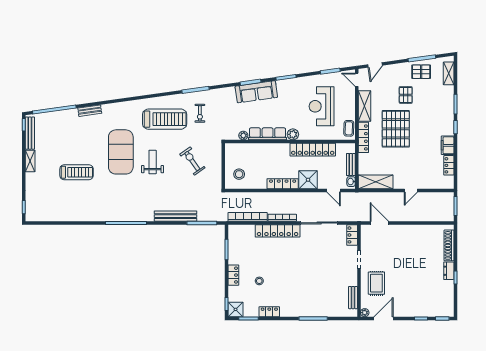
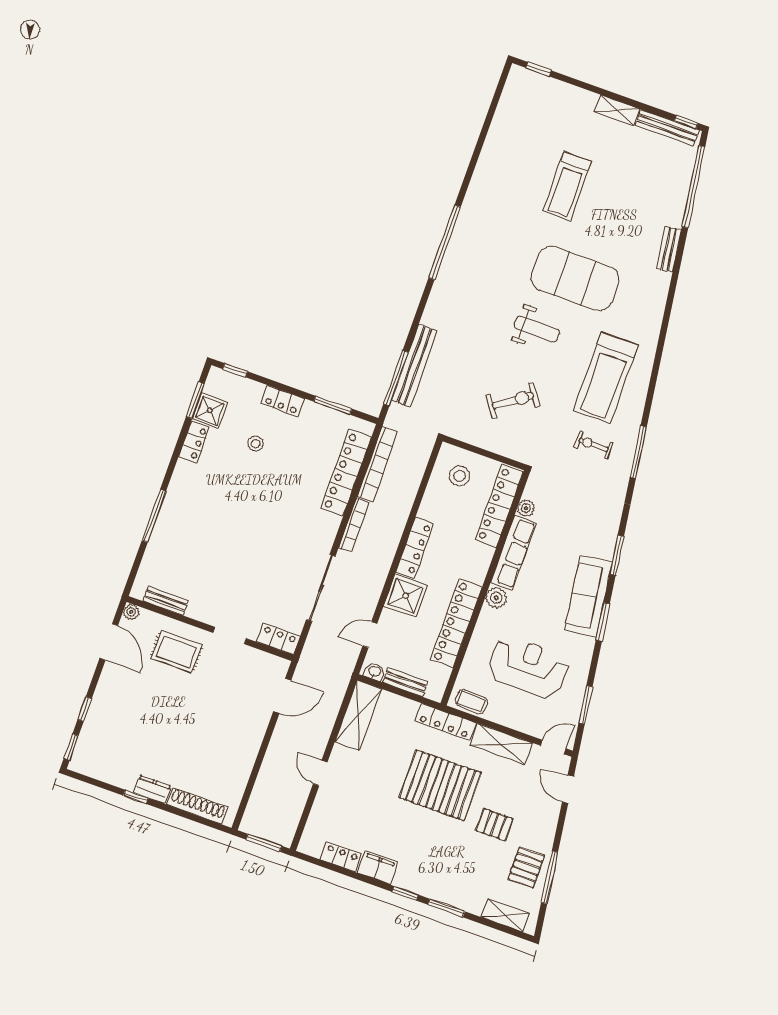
sofa: (256, 92) -> (588, 596), moved
locker: (247, 149) -> (499, 506), added
bench: (176, 216) -> (414, 366), moved
locker: (278, 231) -> (346, 473), moved
shower: (236, 309) -> (210, 410), moved

